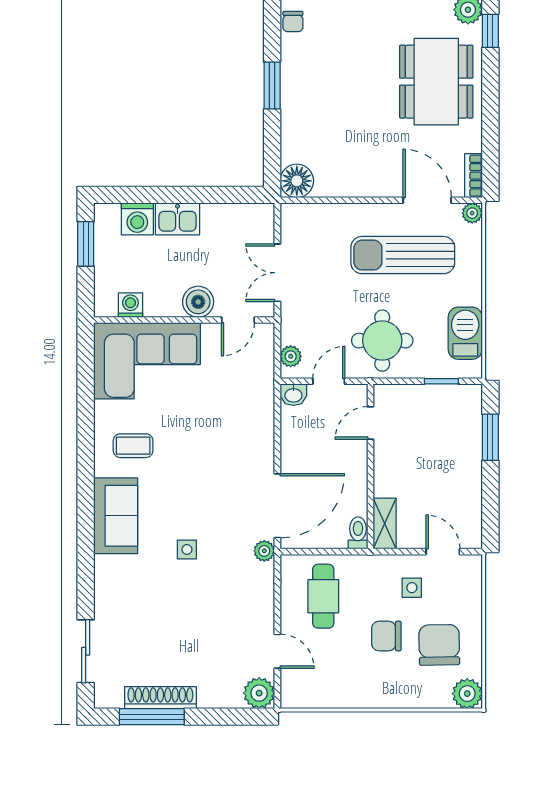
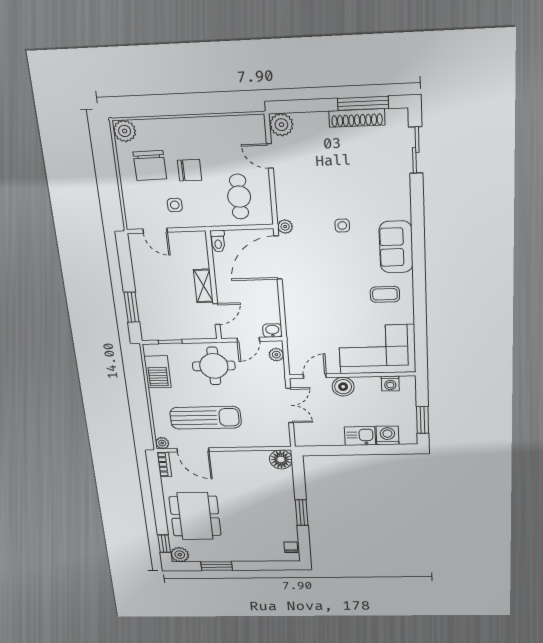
shelving: (385, 524) -> (203, 286), moved

